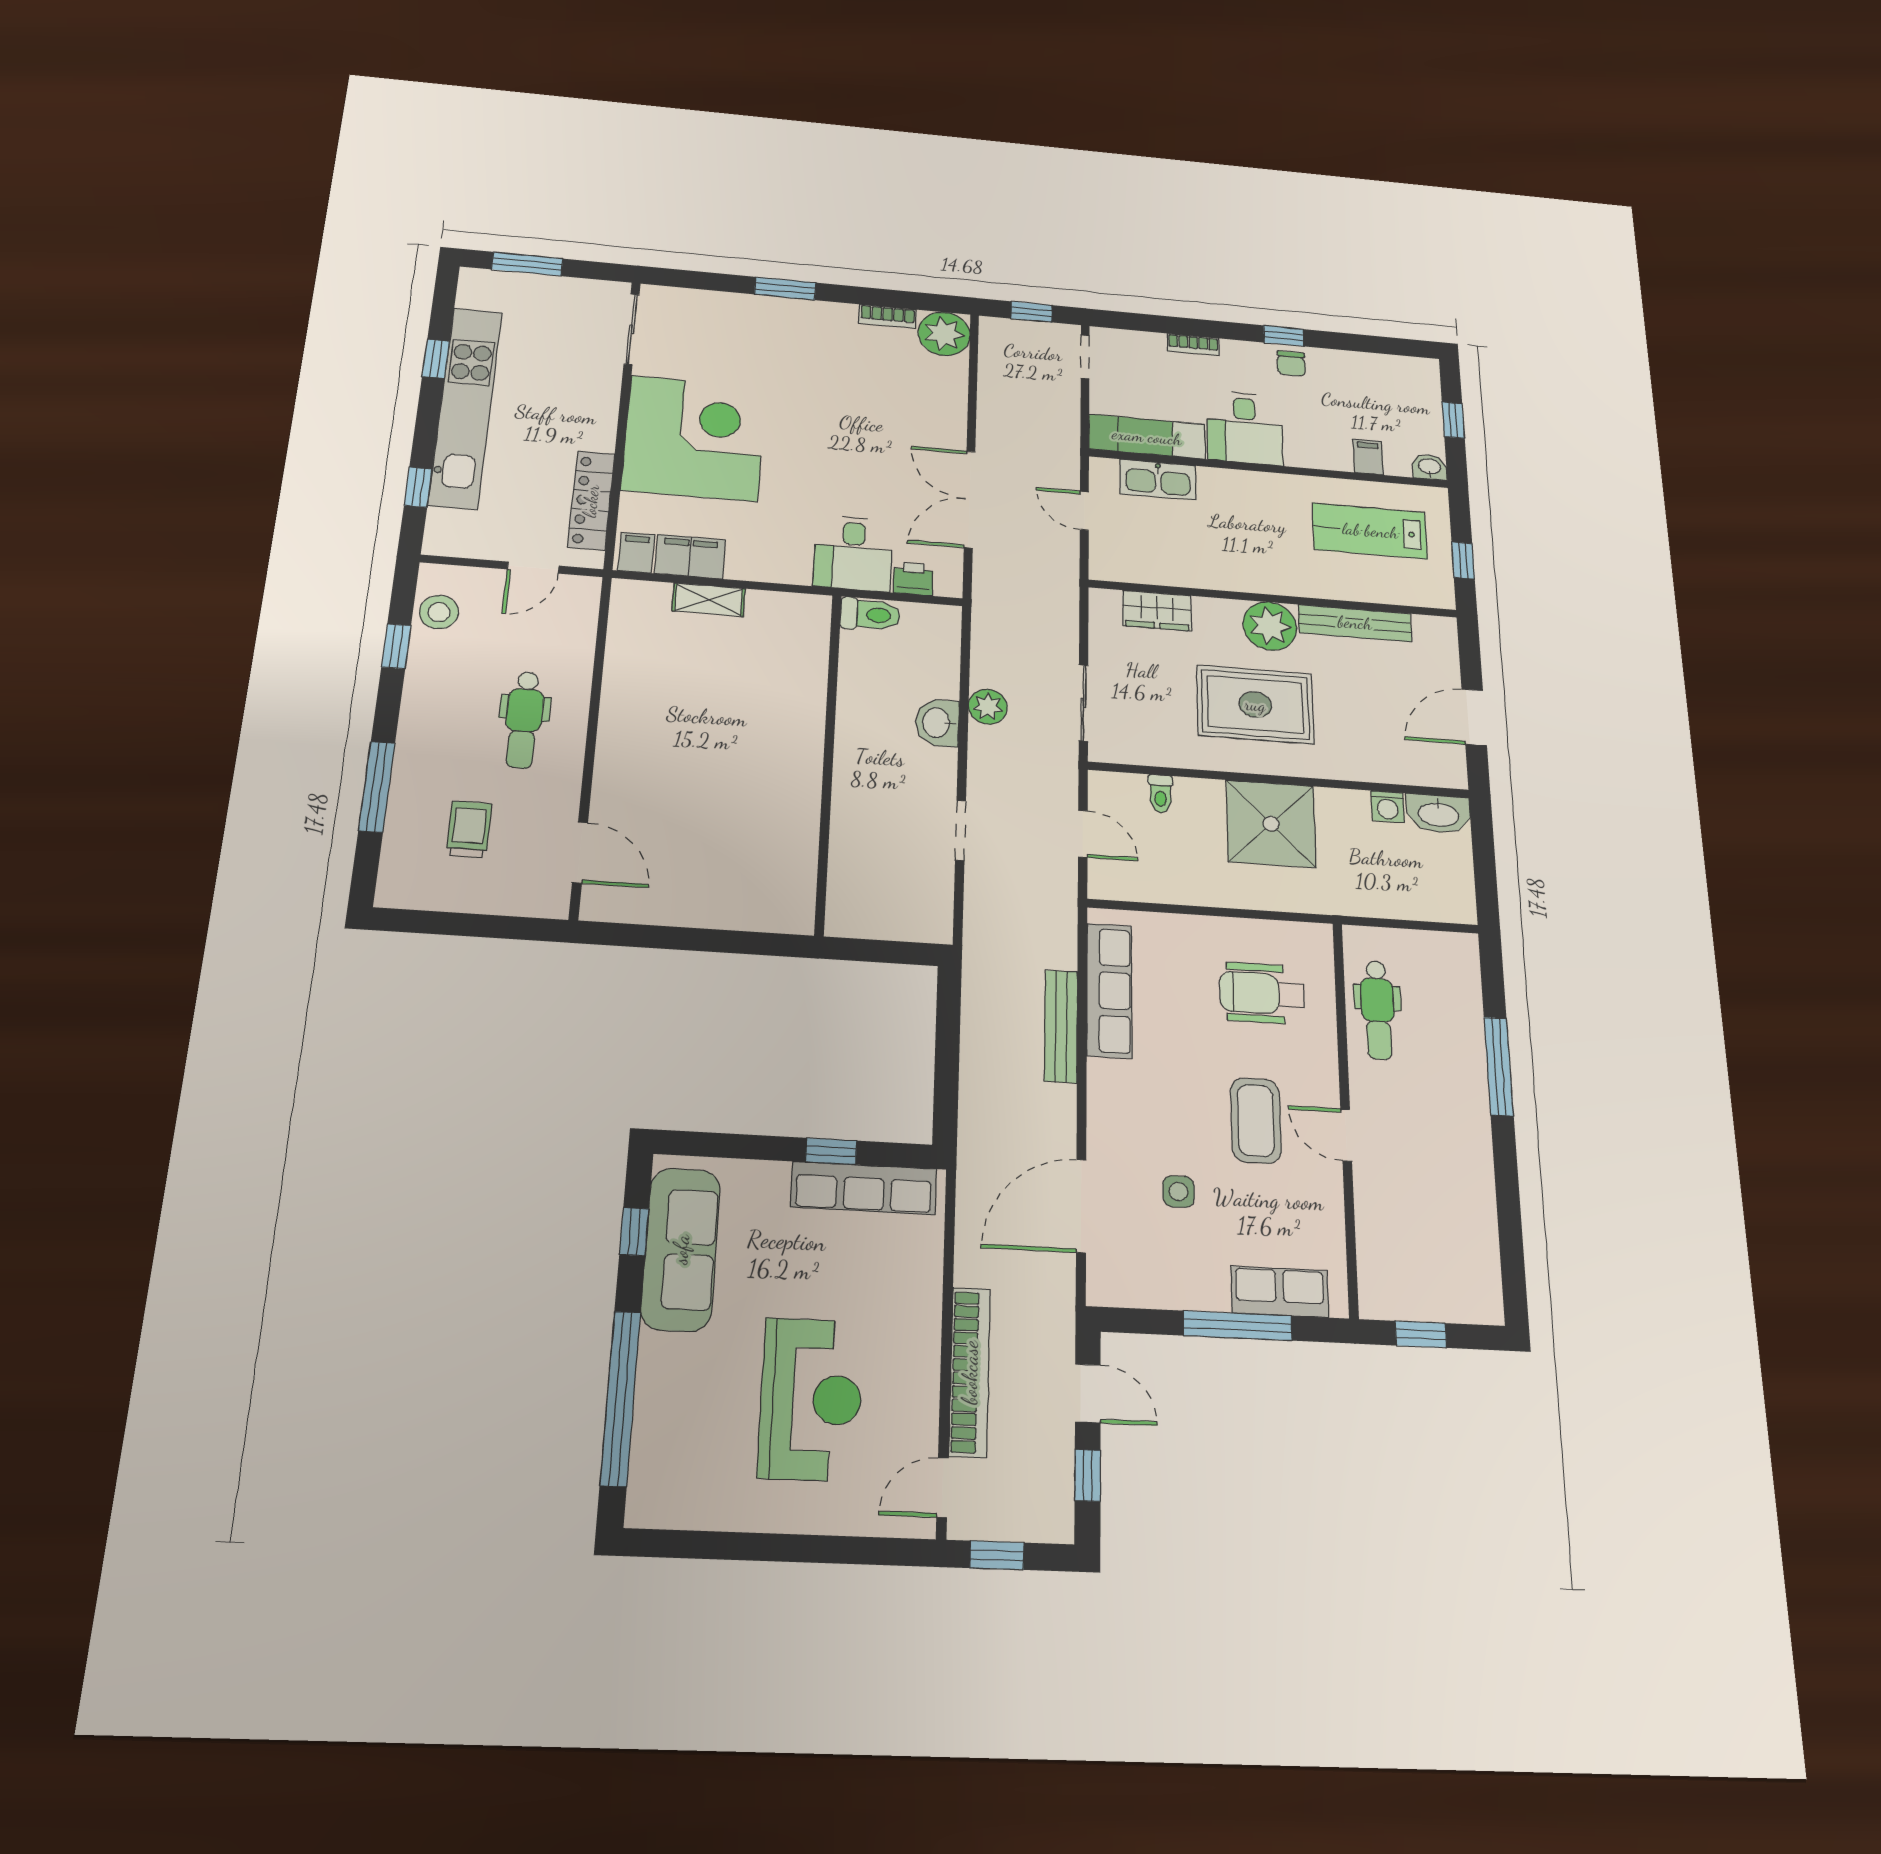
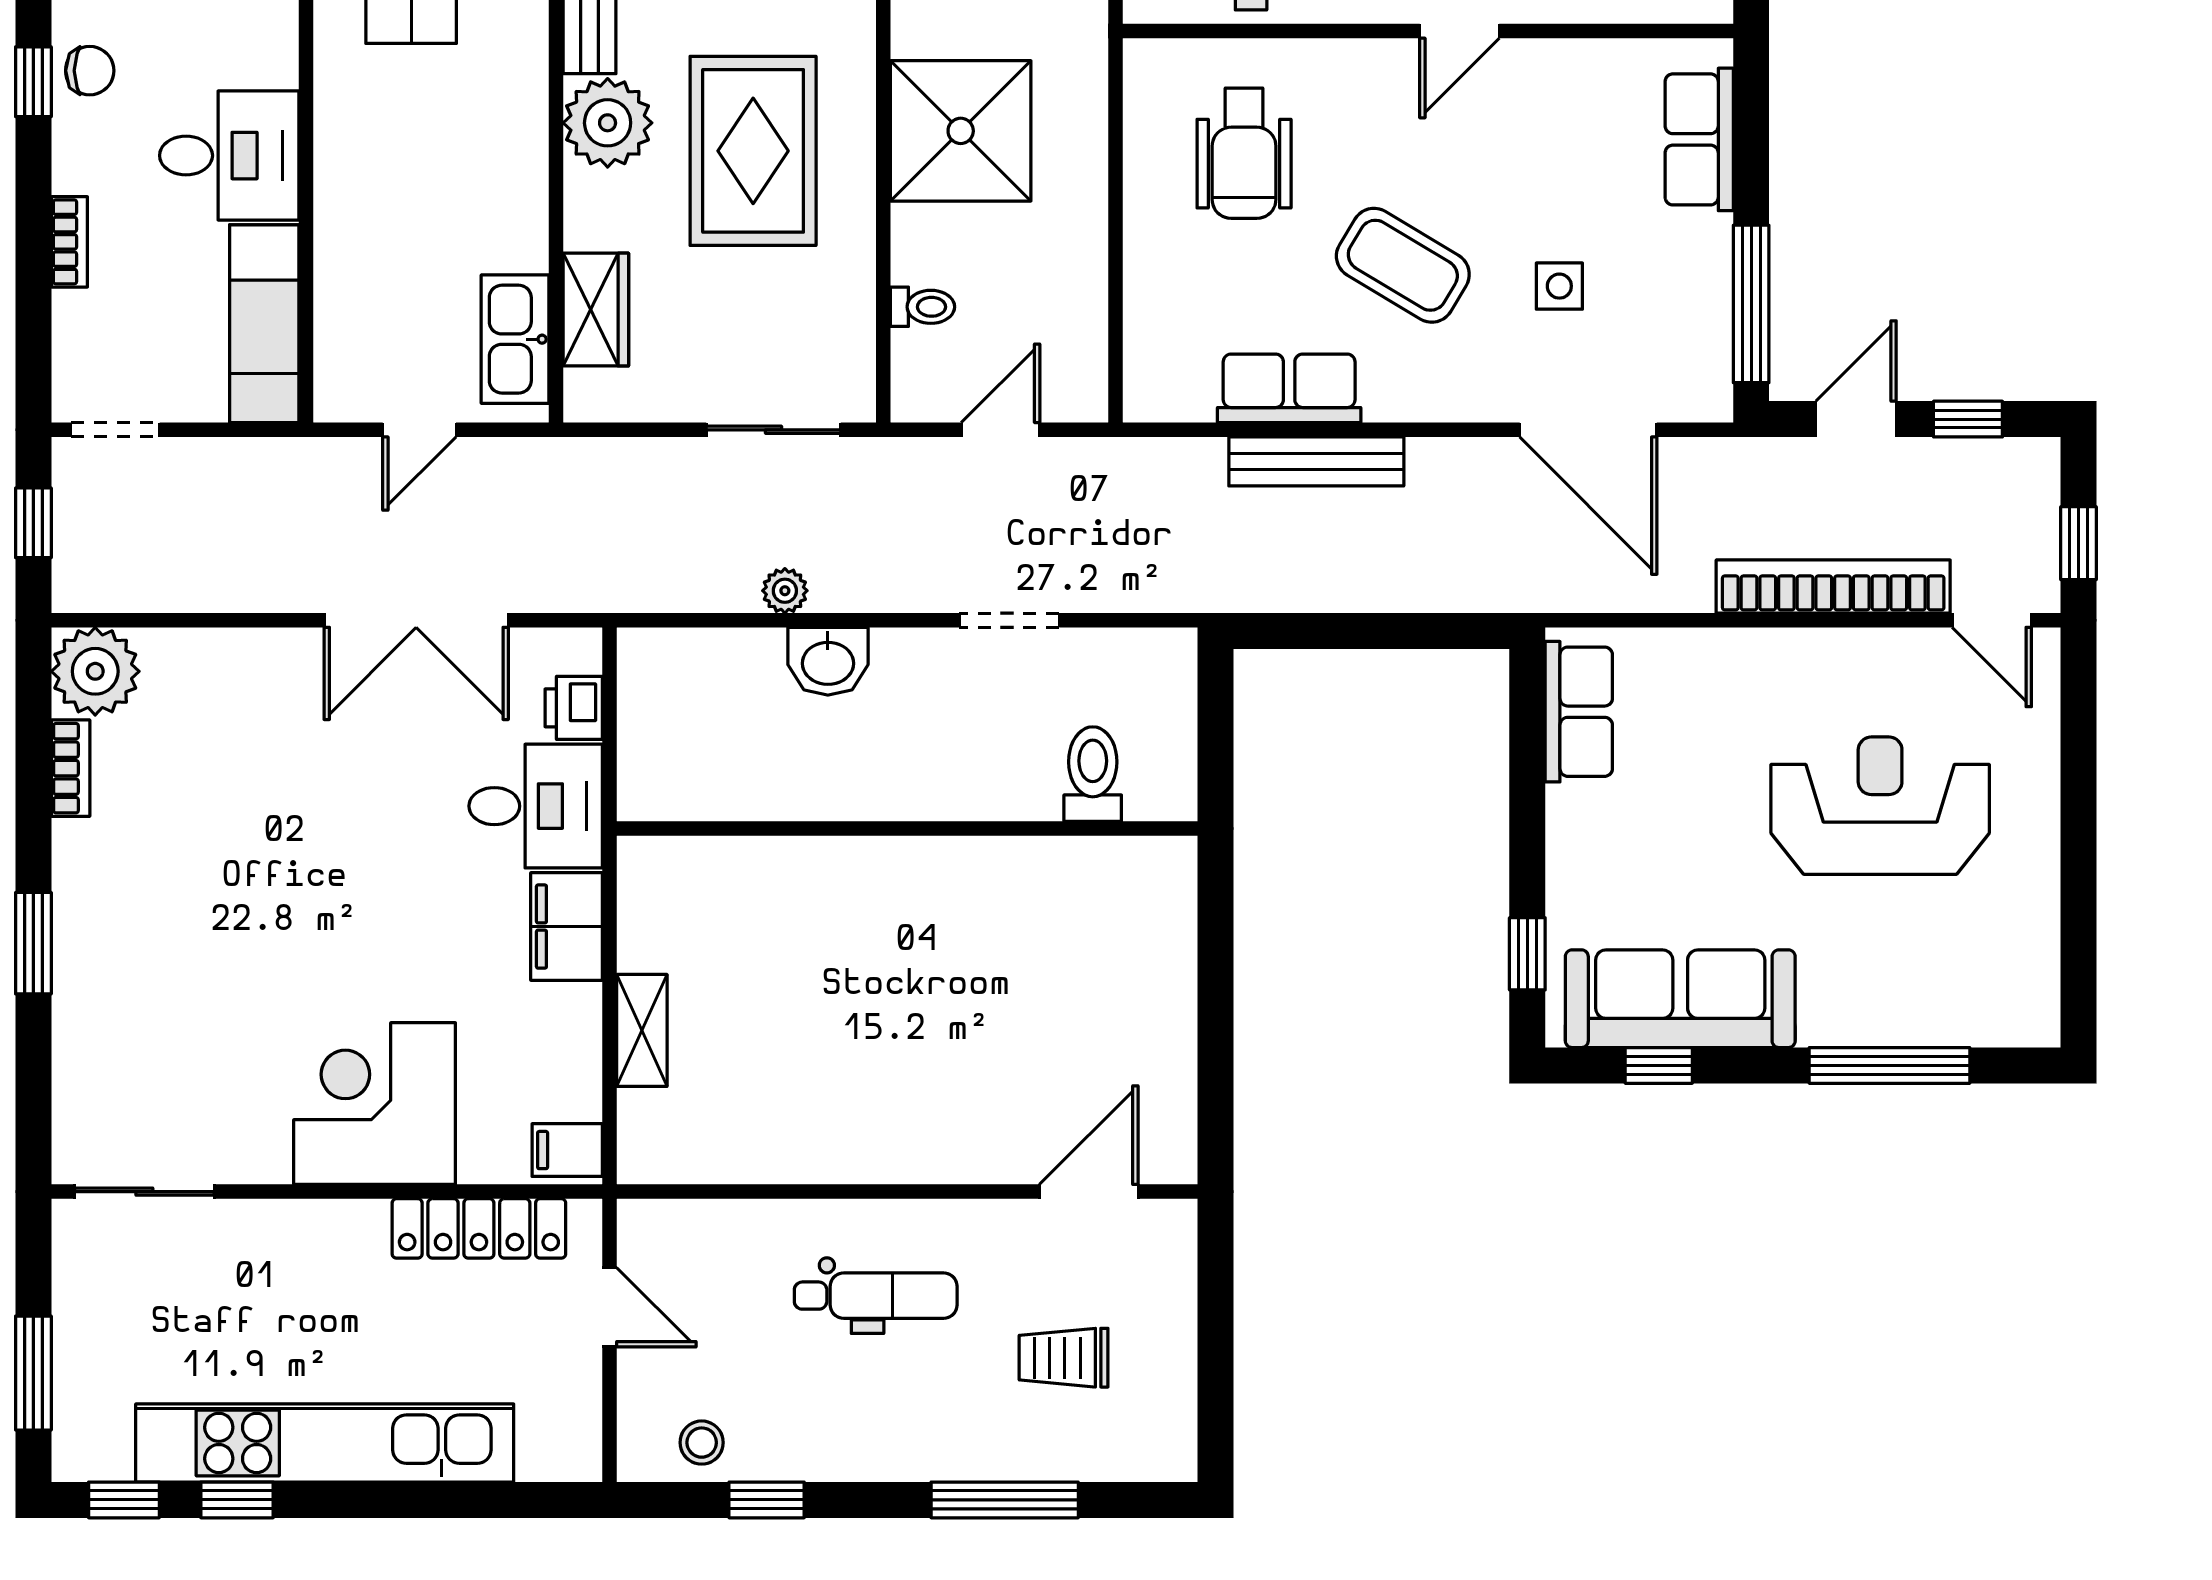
corner desk: (694, 438) -> (375, 1104), width x0.74, depth x0.74
kitchen sink: (1158, 480) -> (515, 339), moved, turned 180
window: (418, 487) -> (124, 1500), moved
filing cabinet: (690, 557) -> (567, 927), moved
stool: (439, 612) -> (702, 1443), width x0.73, depth x0.73
toilet: (870, 615) -> (1093, 774), moved
plant: (988, 707) -> (785, 591), width x0.73, depth x0.73
row of seats: (1109, 990) -> (1289, 388), width x0.68
coffee table: (1256, 1120) -> (1403, 265), moved, turned 31
window: (831, 1151) -> (1527, 954), moved
row of seats: (864, 1188) -> (1579, 712), width x0.68
window: (1238, 1326) -> (1751, 304), moved
window: (620, 1398) -> (1889, 1065), width x0.68

